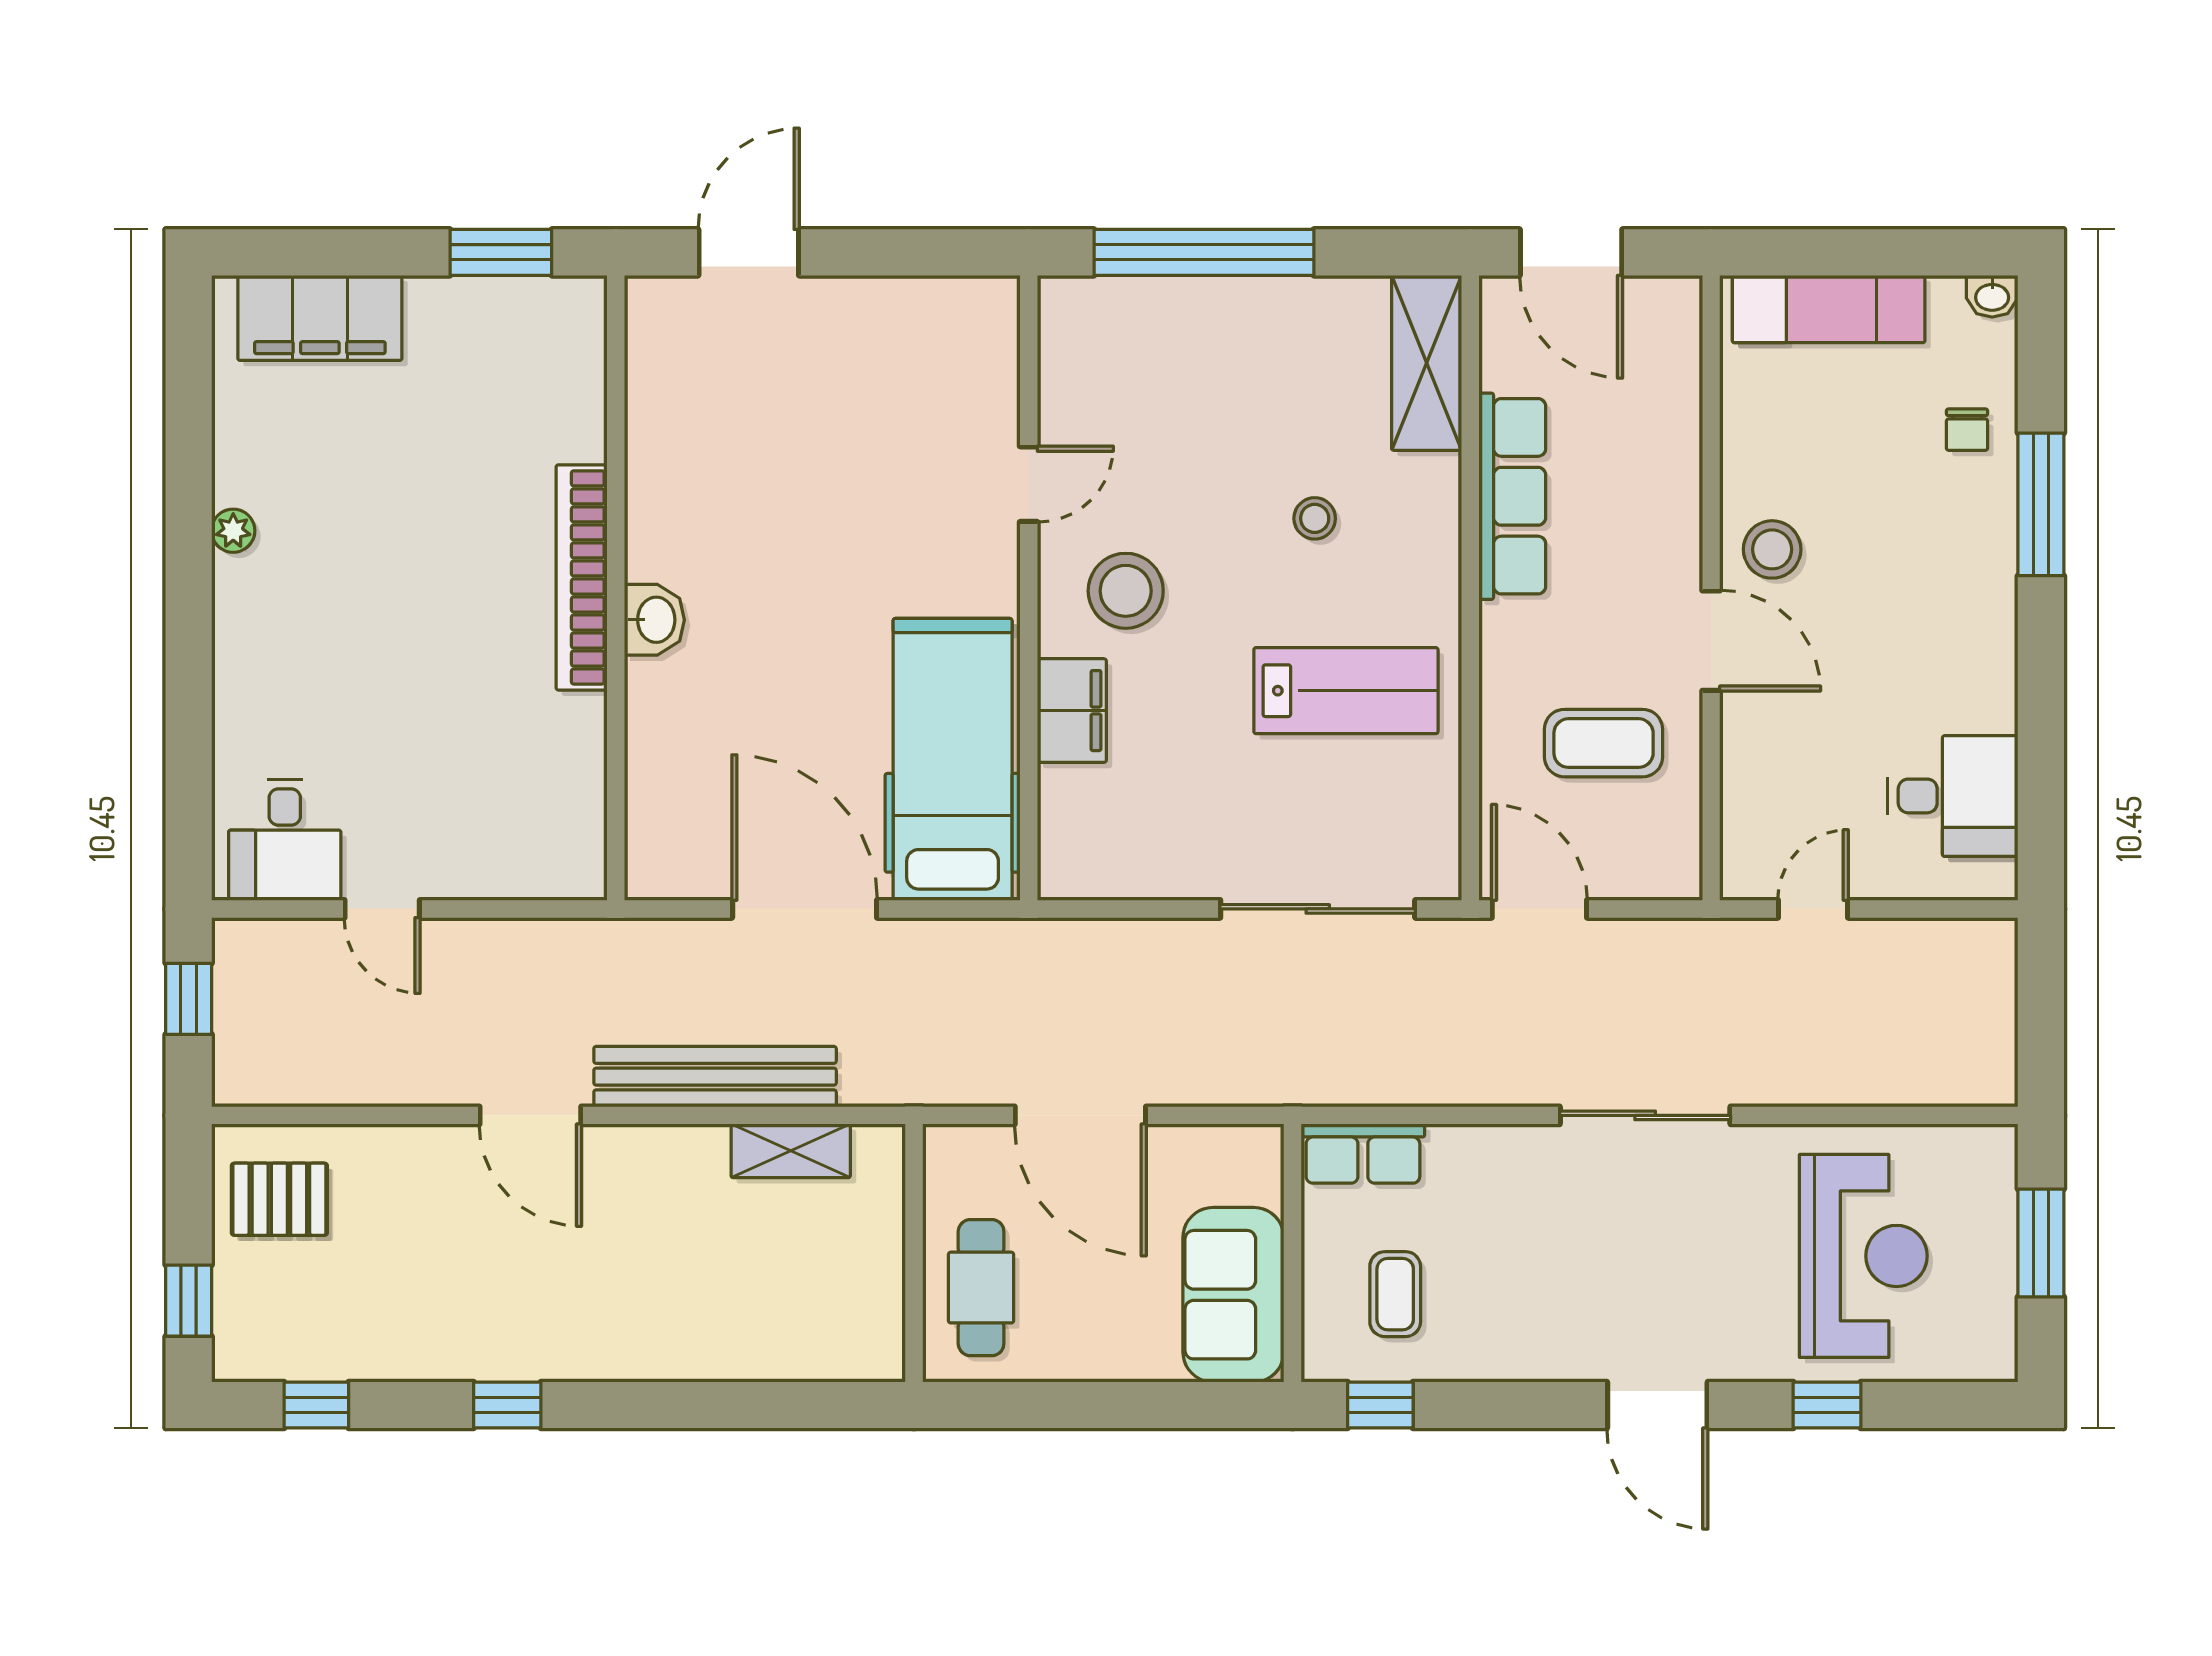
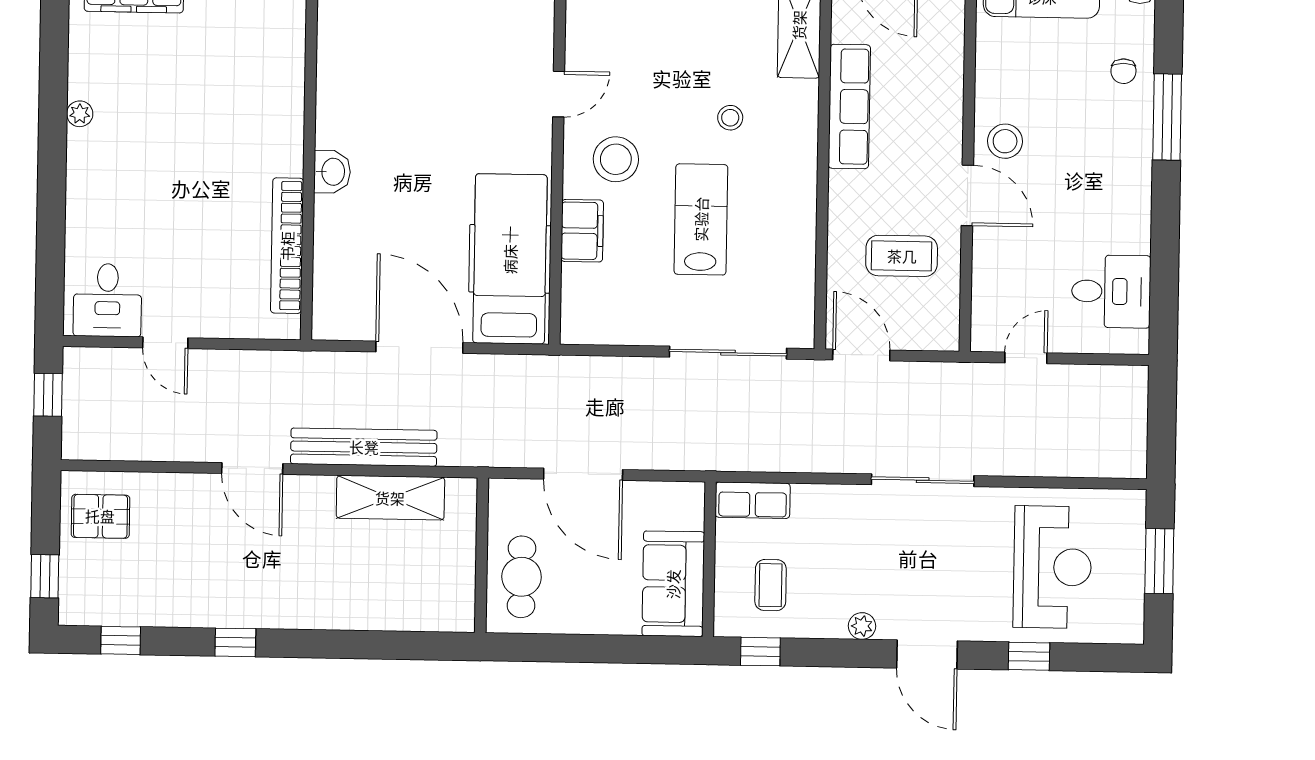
bookcase: (582, 577) -> (287, 246), moved
lab bench: (1346, 691) -> (701, 219), moved, turned -90
shelving: (791, 1151) -> (390, 498), width x1.50, depth x1.33
plant: (1548, 1360) -> (862, 626), added

